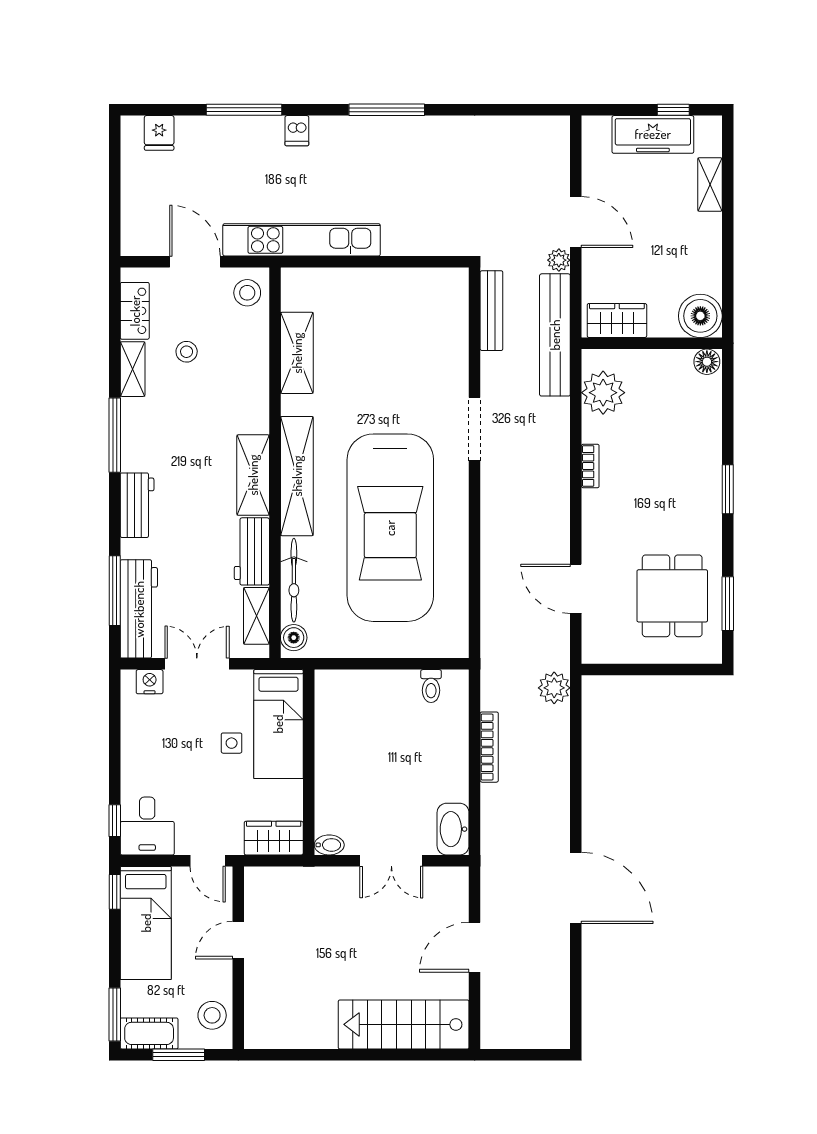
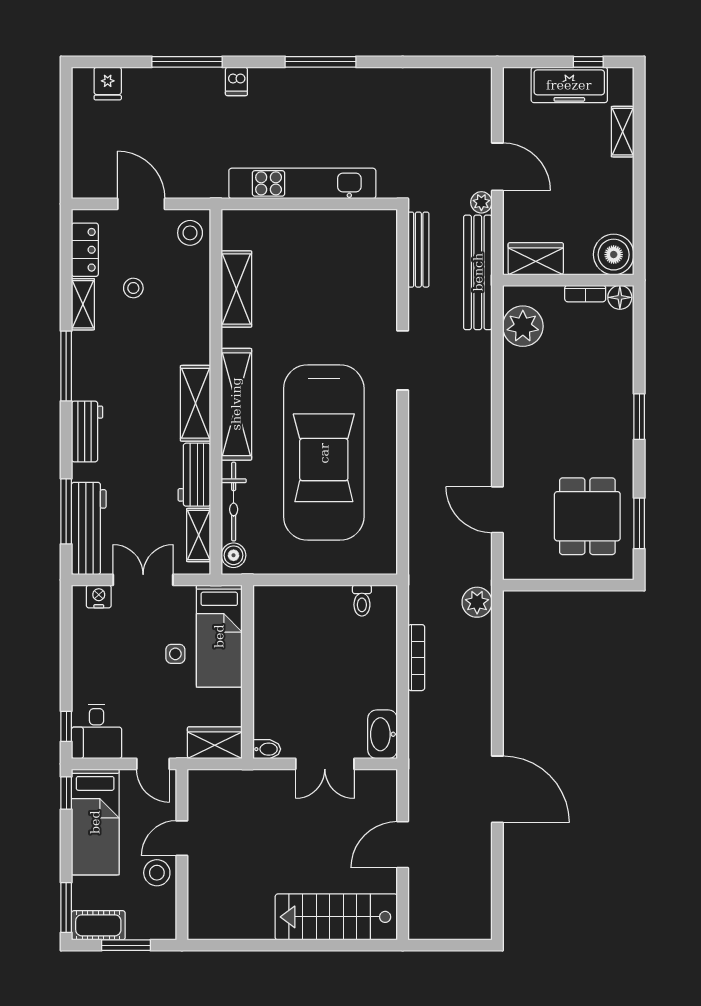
kitchen unit: (302, 240) -> (302, 183), moved
bookcase: (590, 466) -> (585, 294), moved, turned 90
stool: (212, 1015) -> (157, 873), moved

